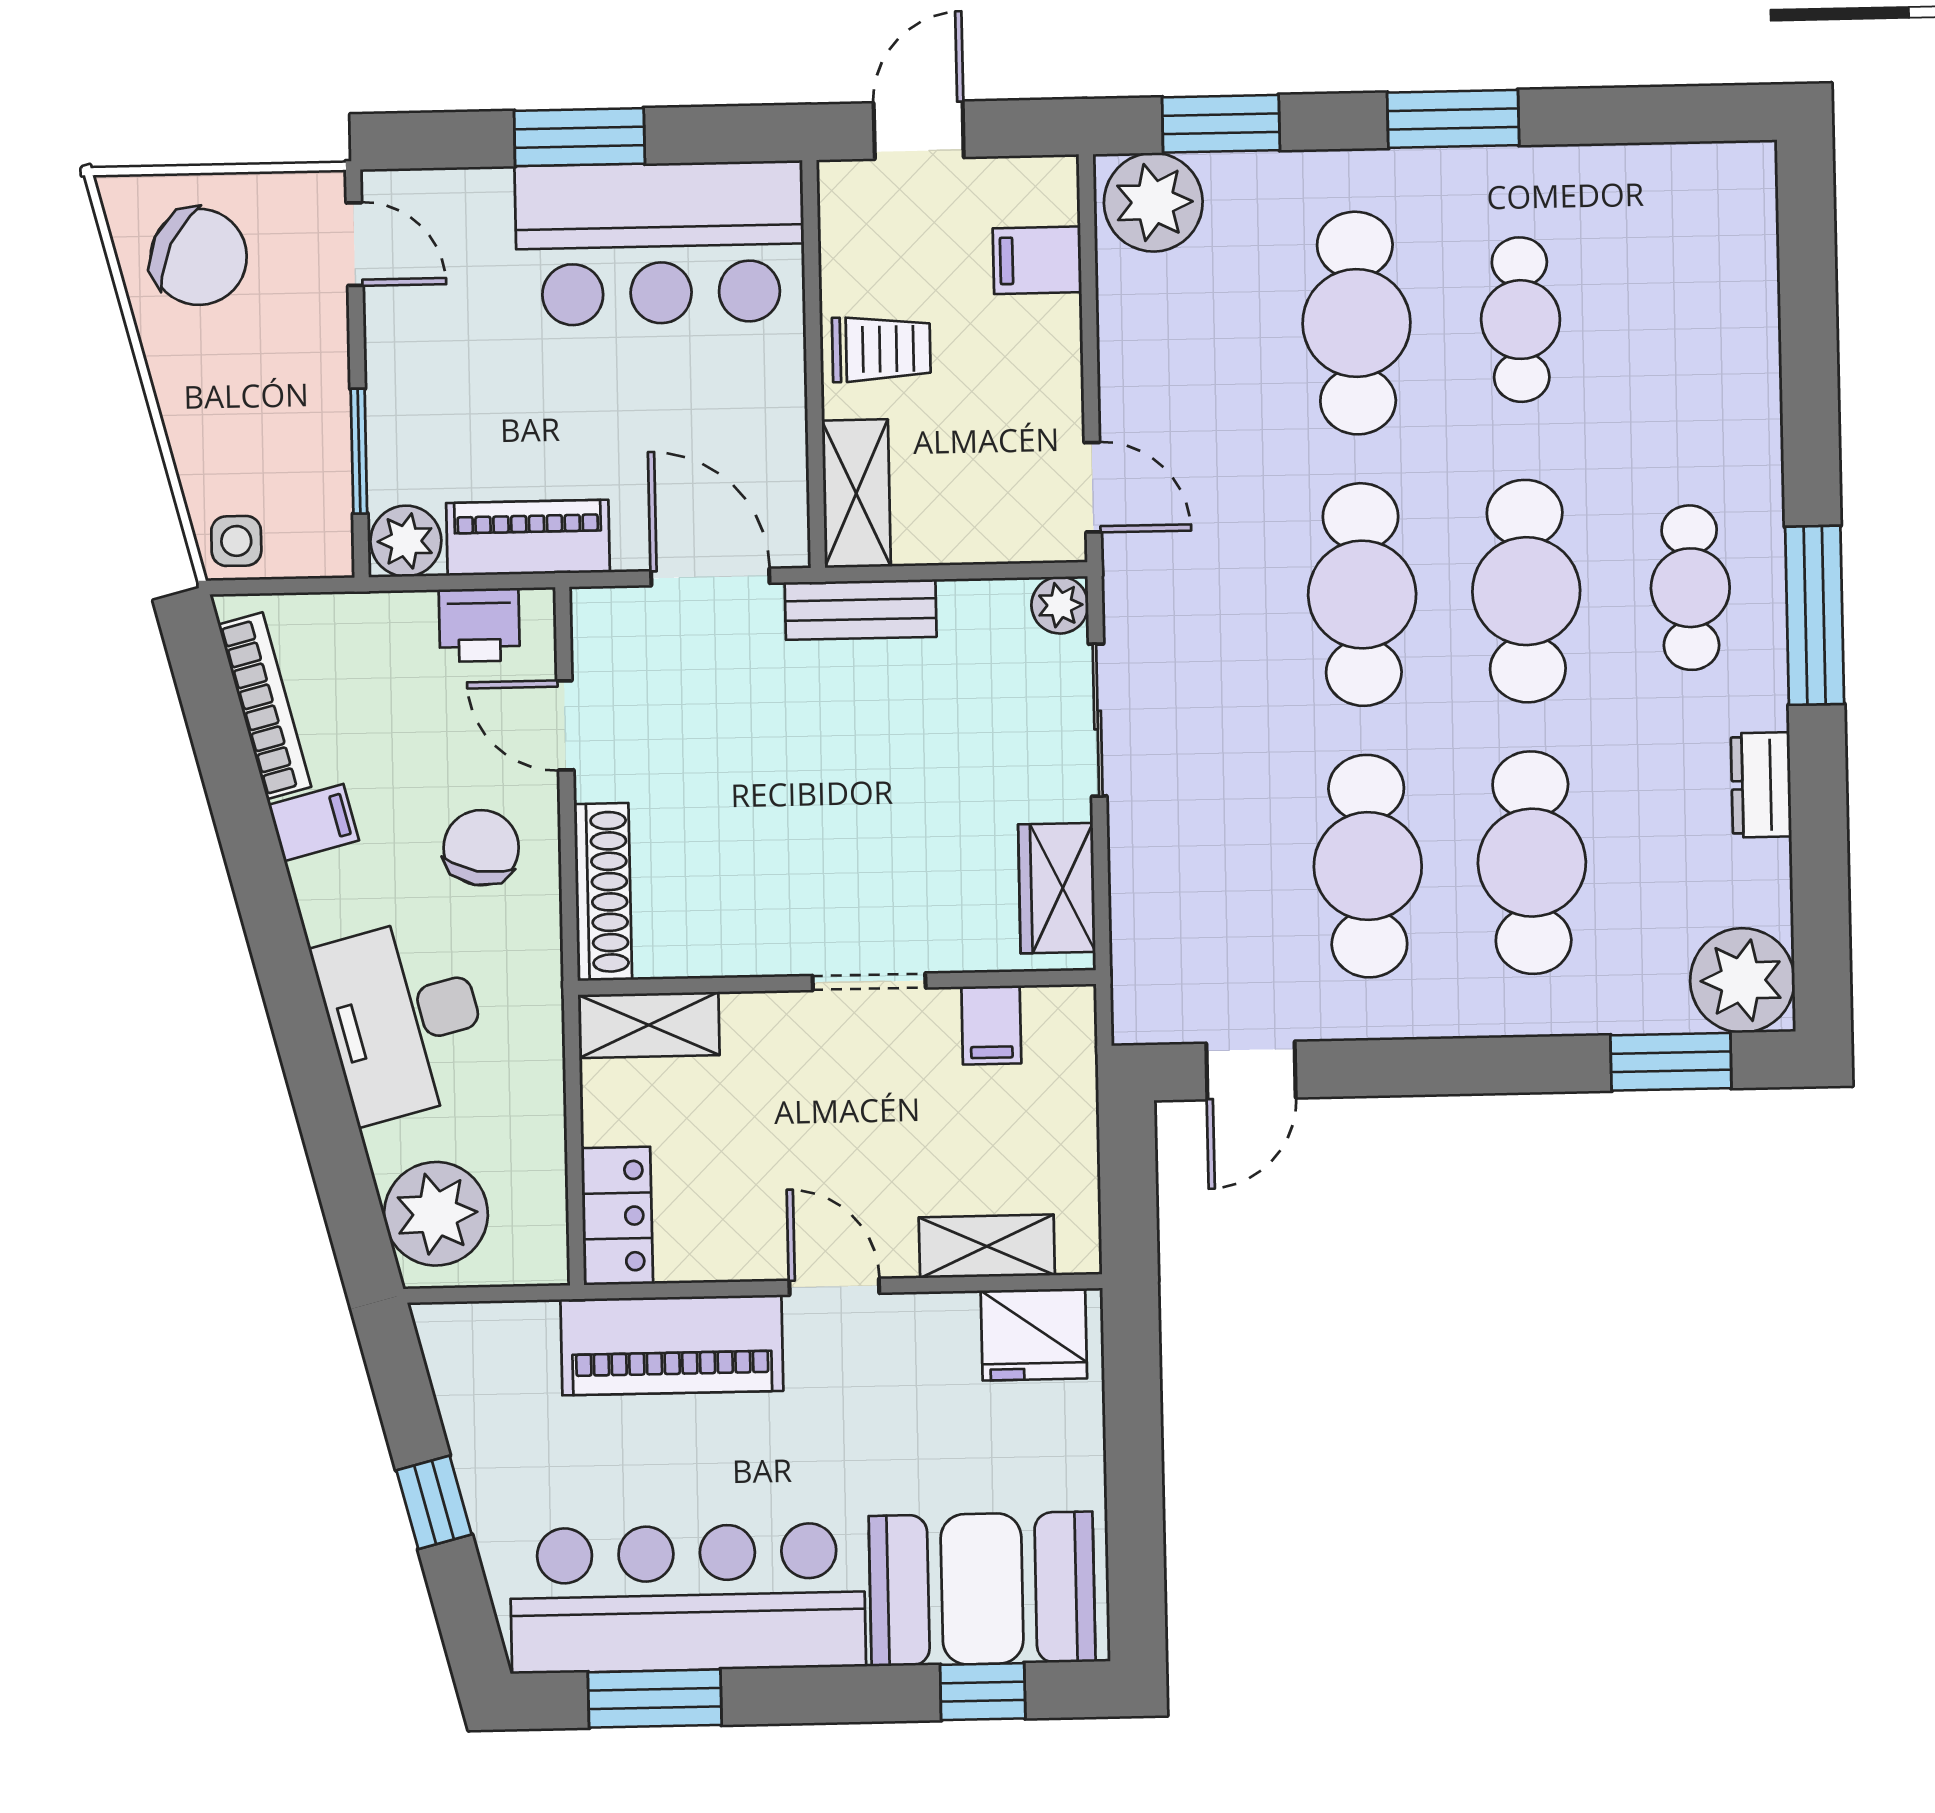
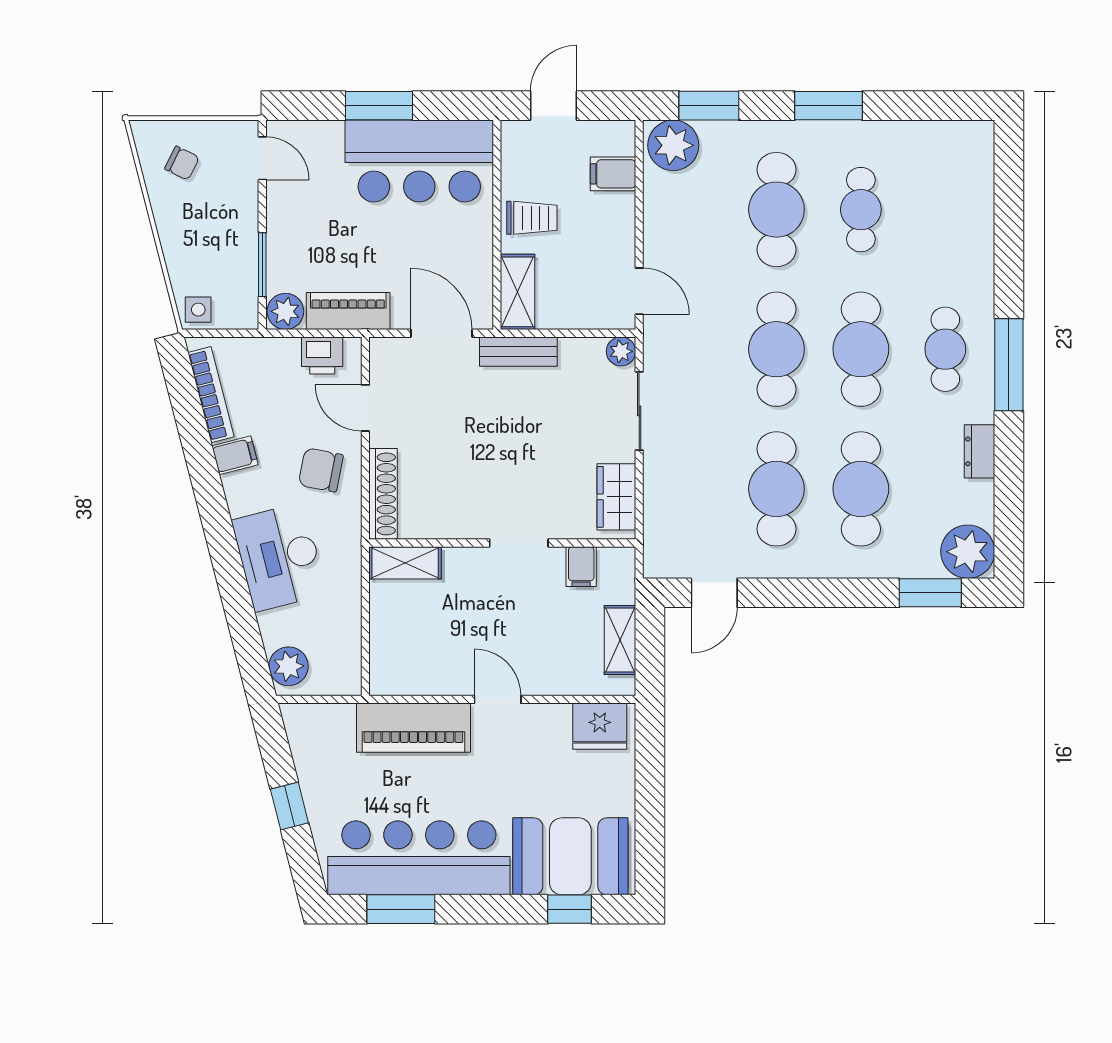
chair: (199, 257) -> (182, 163), width x0.54, depth x0.54
chair: (481, 848) -> (321, 470), turned -90
plant: (436, 1214) -> (289, 666), width x0.73, depth x0.73
locker: (617, 1216) -> (387, 661), removed
shelving: (987, 1246) -> (620, 640), moved, turned 90

